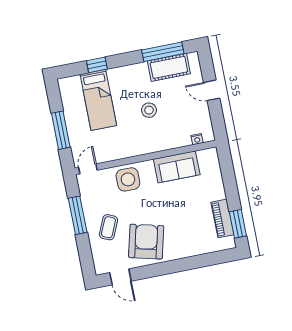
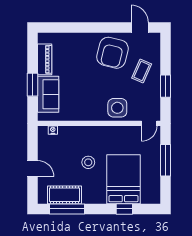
bed: (98, 100) -> (123, 179), width x1.50
sofa: (177, 167) -> (48, 94), moved, turned 90
window: (78, 215) -> (165, 86), width x0.69
window: (238, 224) -> (33, 85), moved

